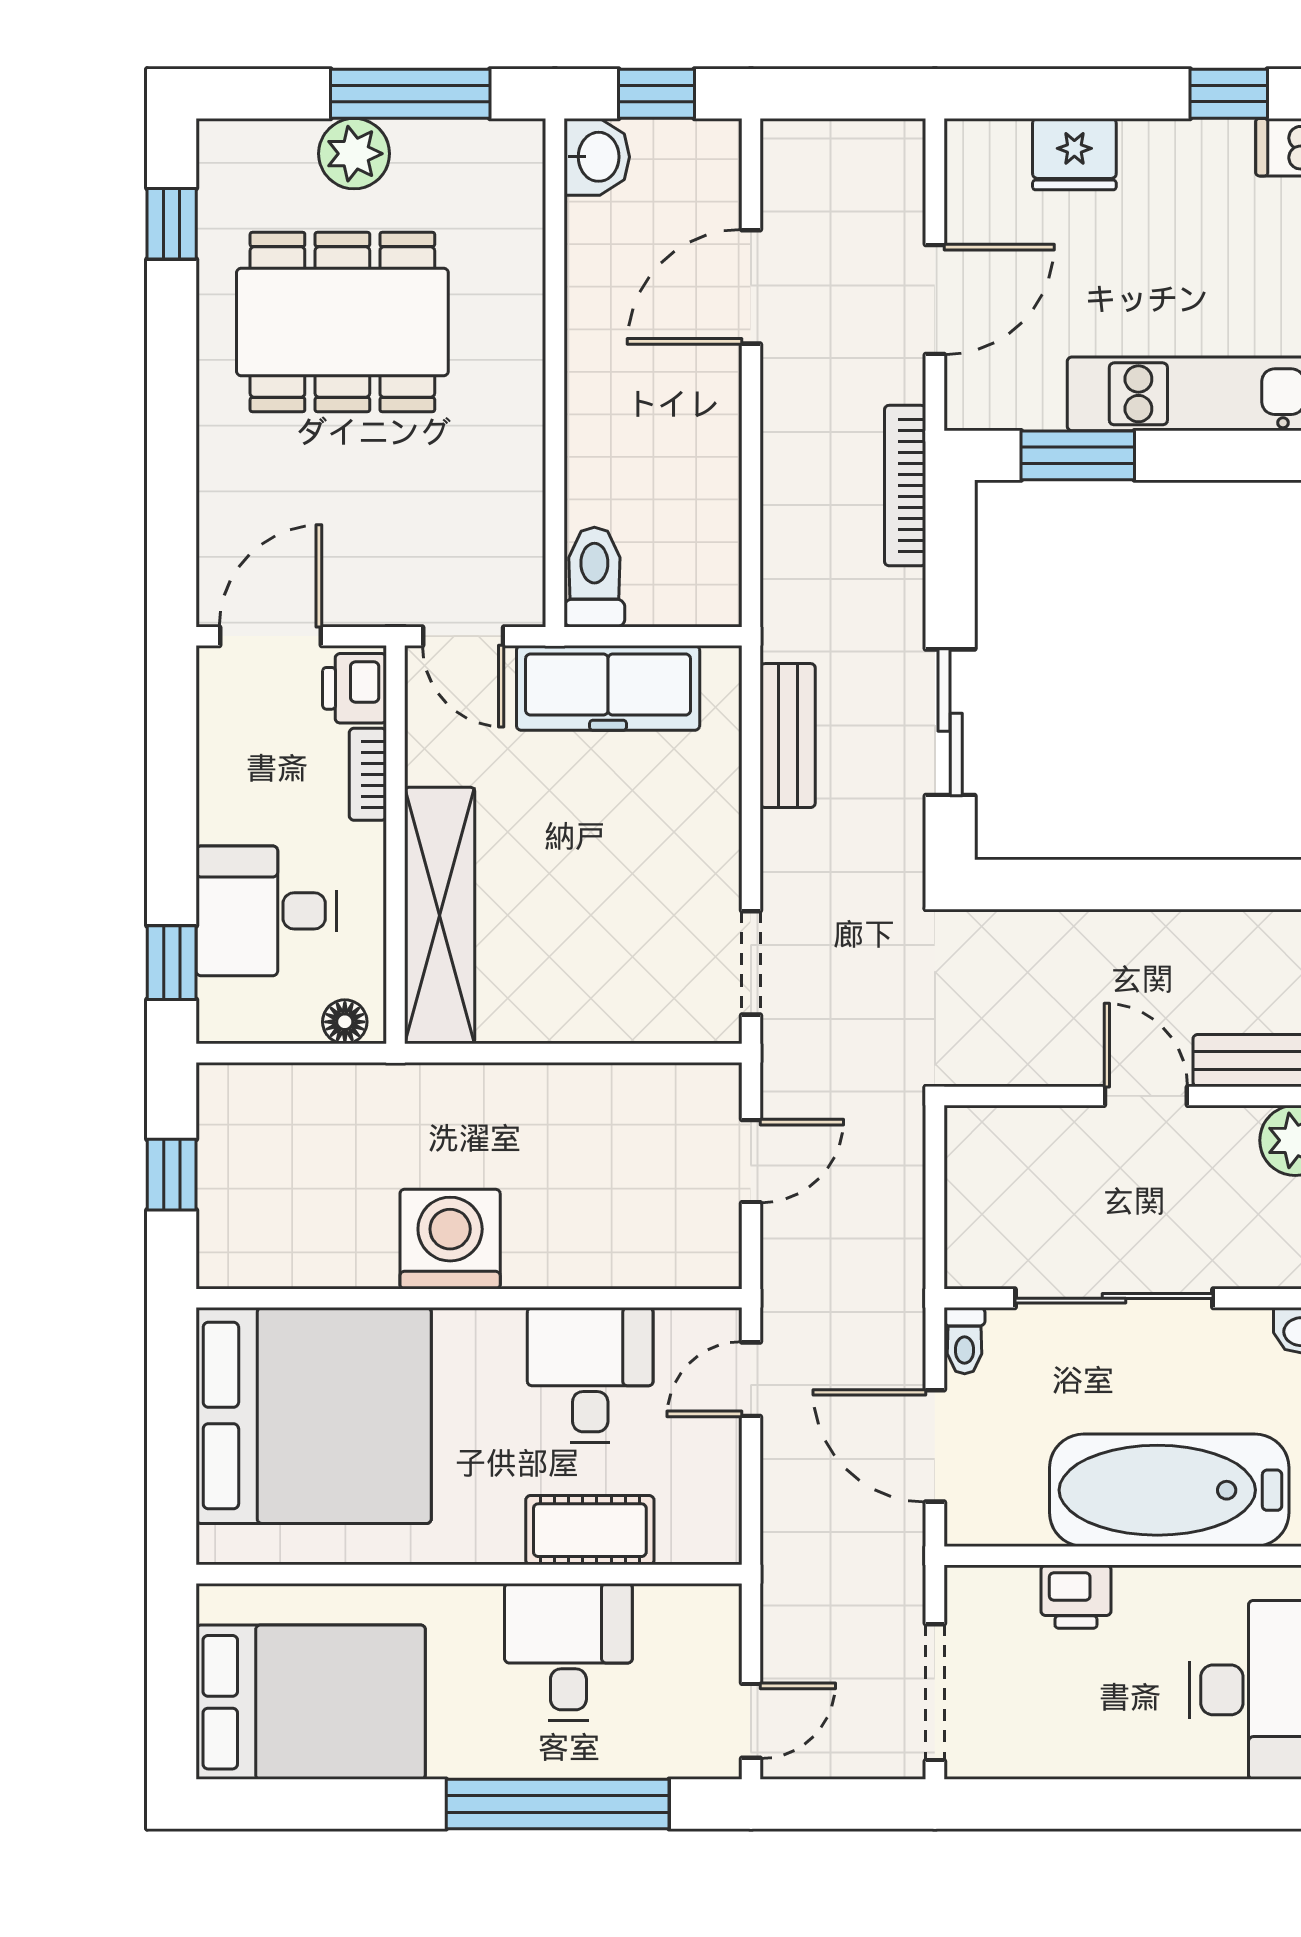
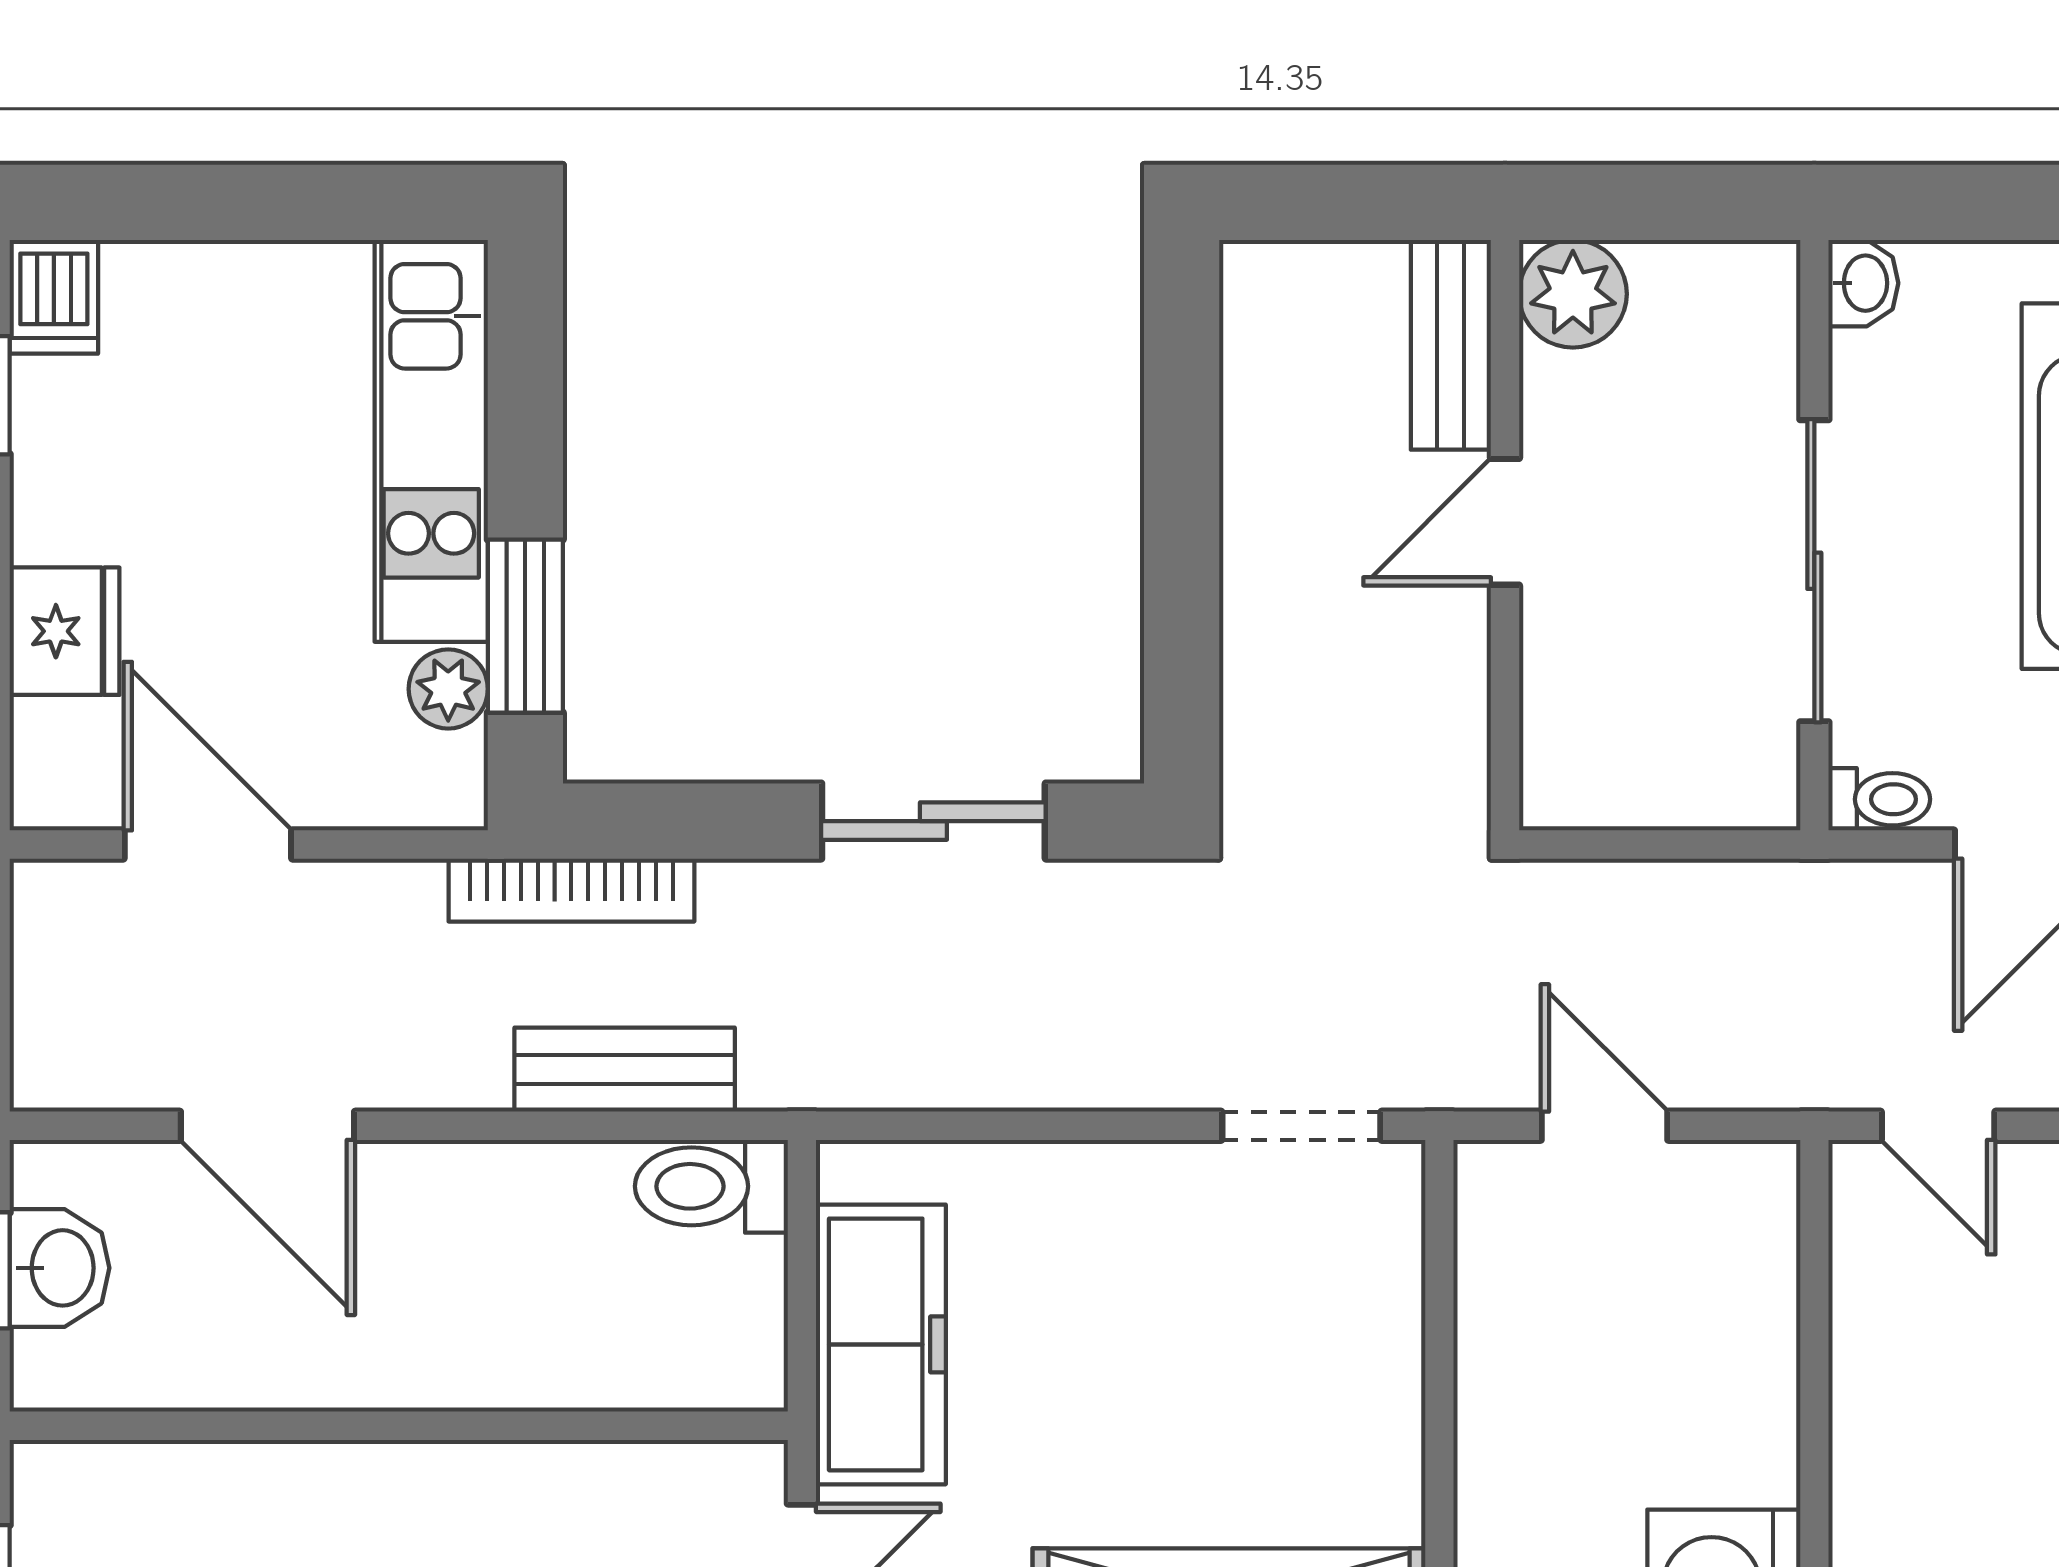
washbasin: (597, 157) -> (60, 1268), moved, turned 90
door: (935, 299) -> (208, 845), moved
plant: (1037, 405) -> (448, 689), added
toilet: (594, 577) -> (711, 1186), moved
bench: (788, 736) -> (625, 1070), moved
desk: (590, 1375) -> (1932, 1372), removed

